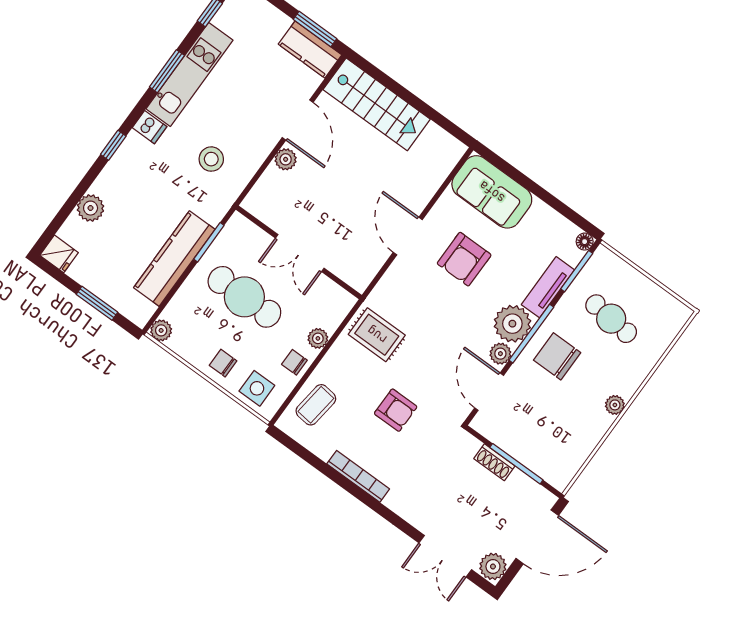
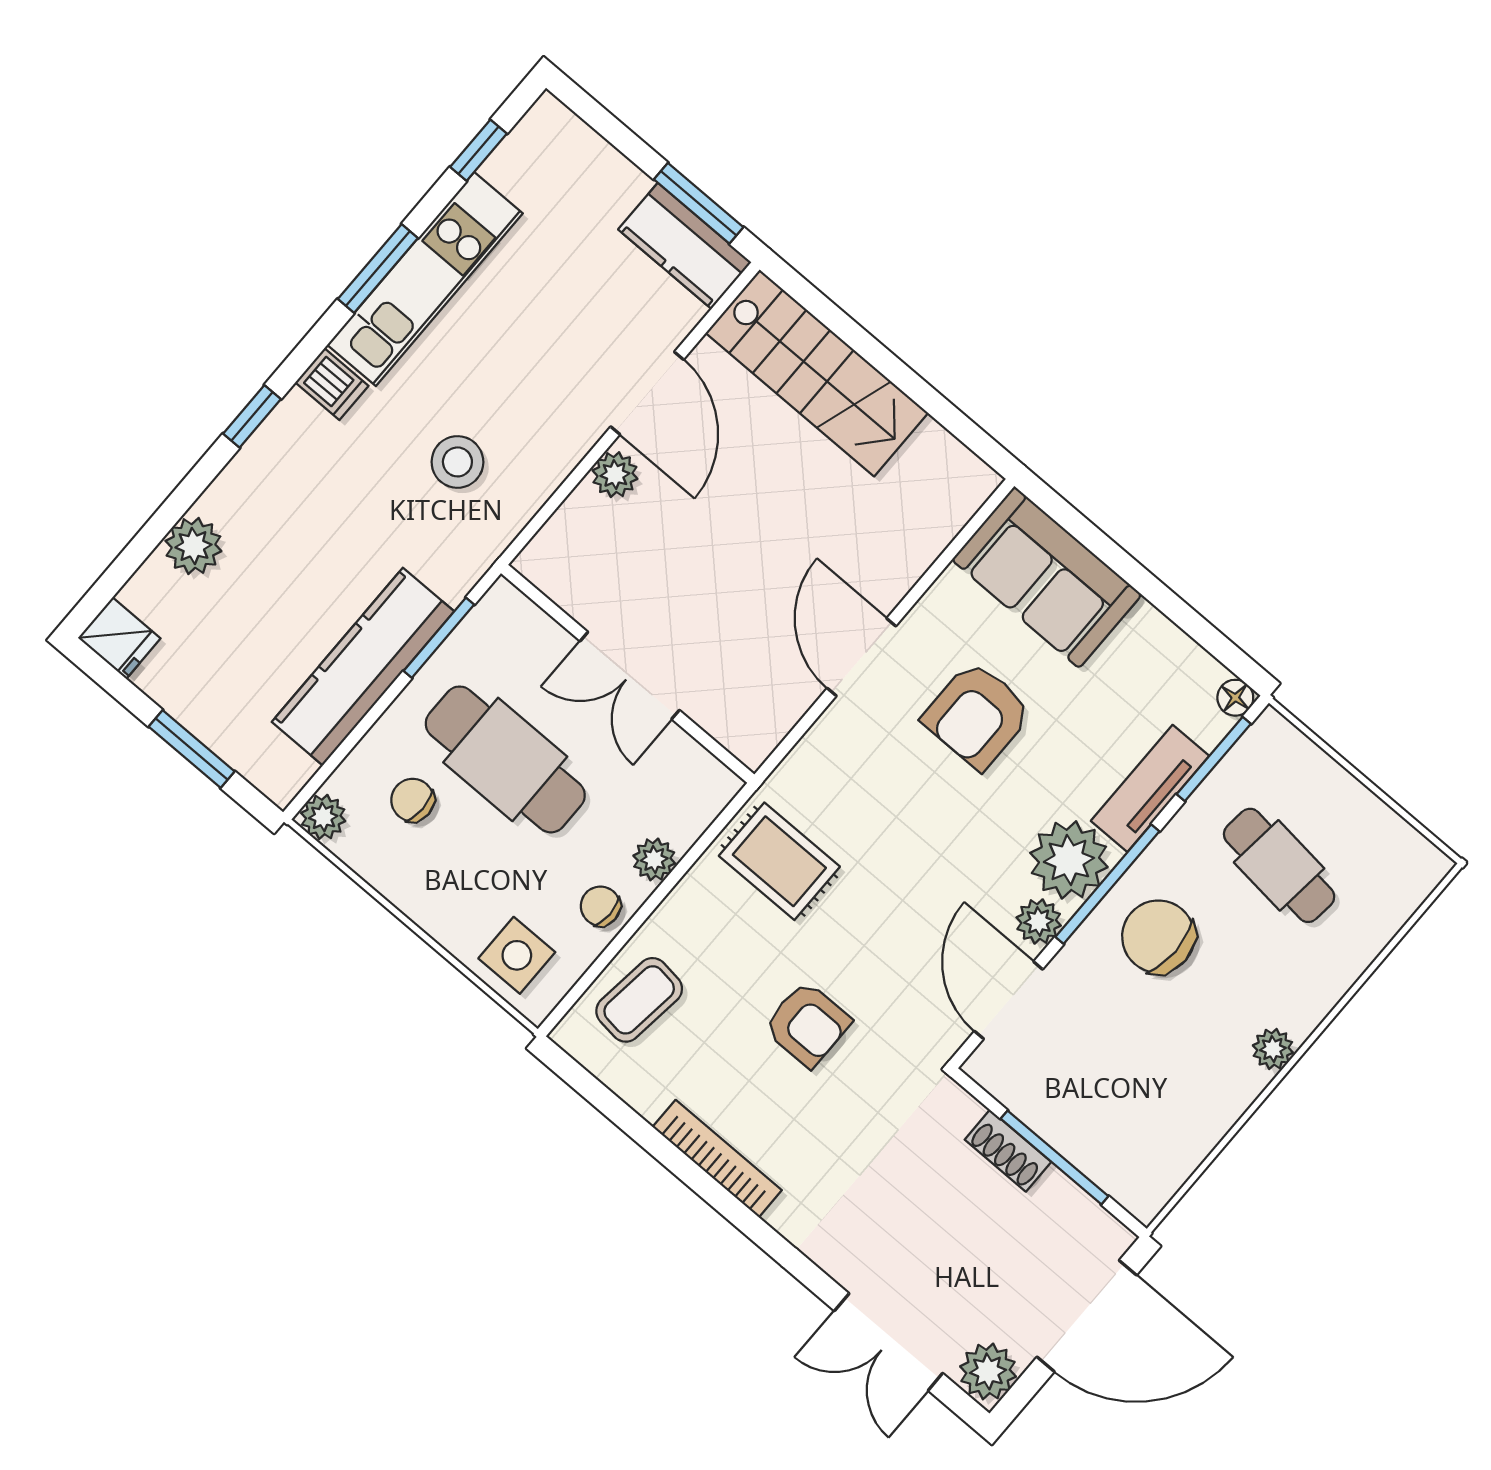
chair: (223, 363) -> (413, 800), moved

